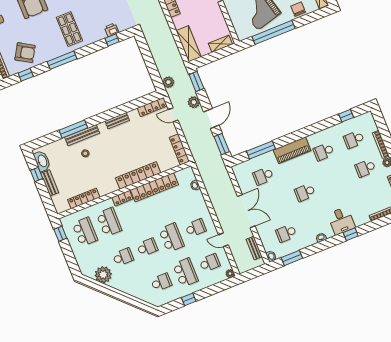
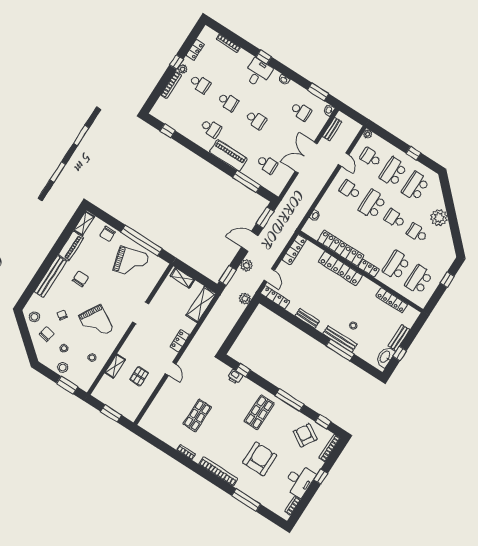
school desk: (354, 140) -> (228, 102), moved
window: (60, 234) -> (447, 280), moved
plant: (103, 275) -> (439, 218), moved
school desk: (161, 282) -> (416, 186), width x1.85

